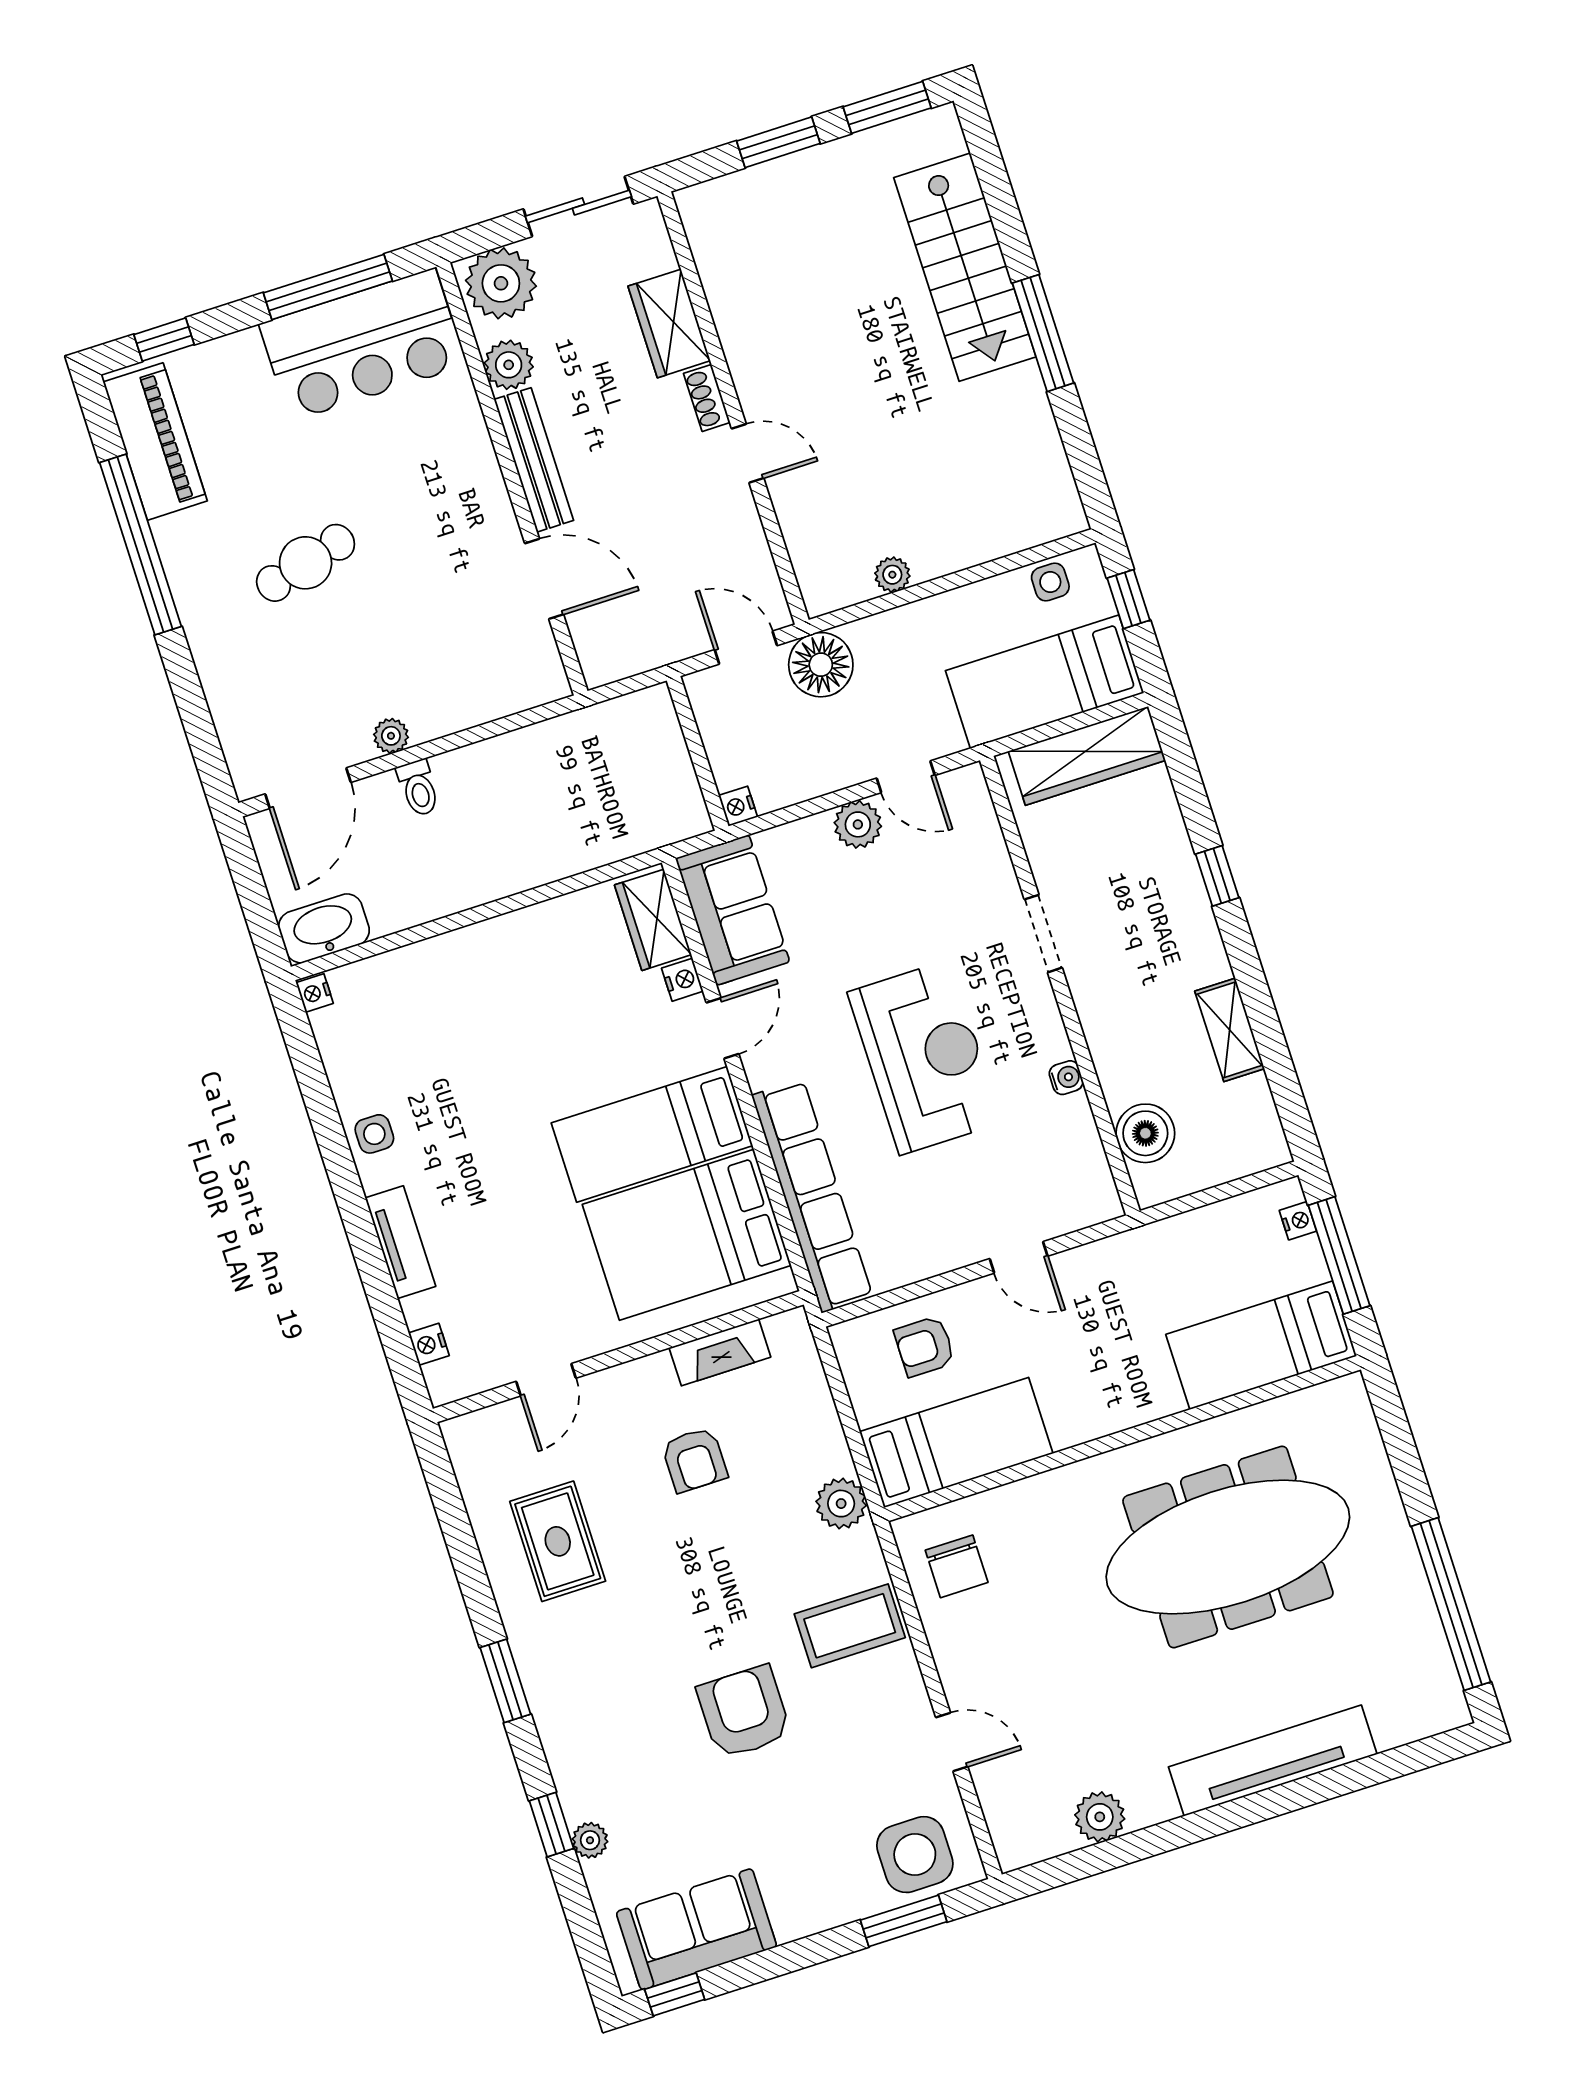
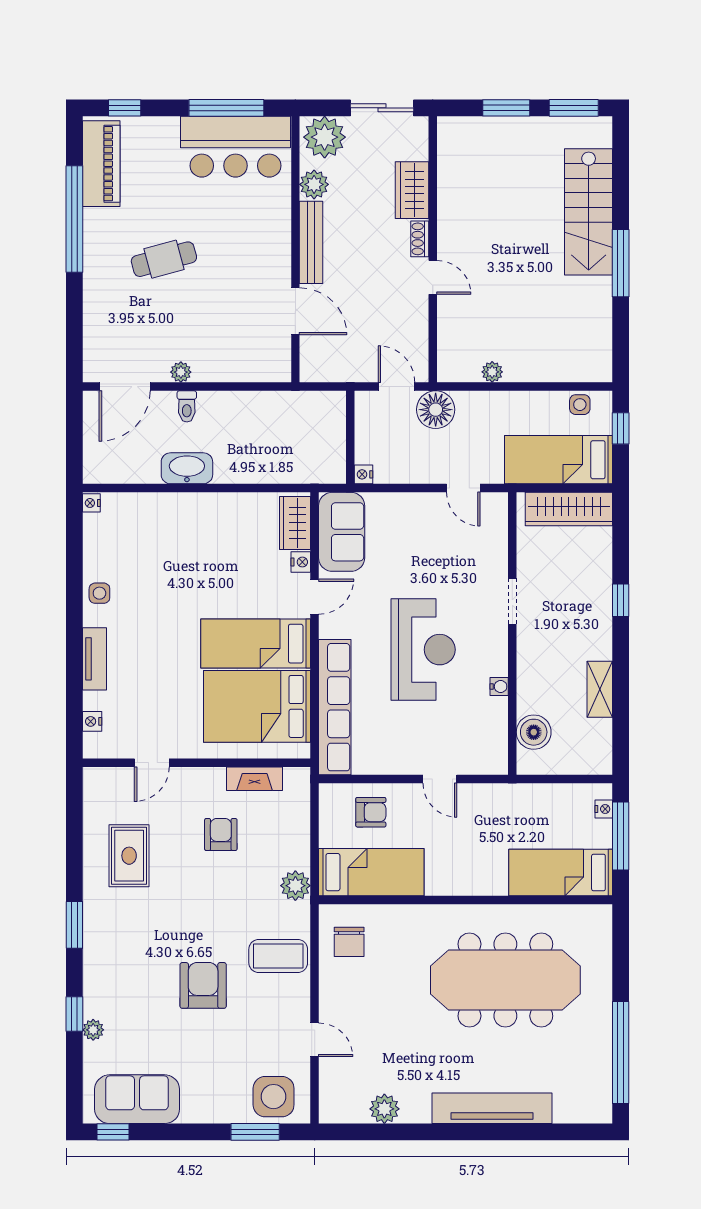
plant: (858, 824) -> (428, 506), removed
washbasin: (324, 928) -> (187, 468), moved
armchair: (925, 1346) -> (371, 812), turned 180
armchair: (695, 1460) -> (221, 834), turned 180

